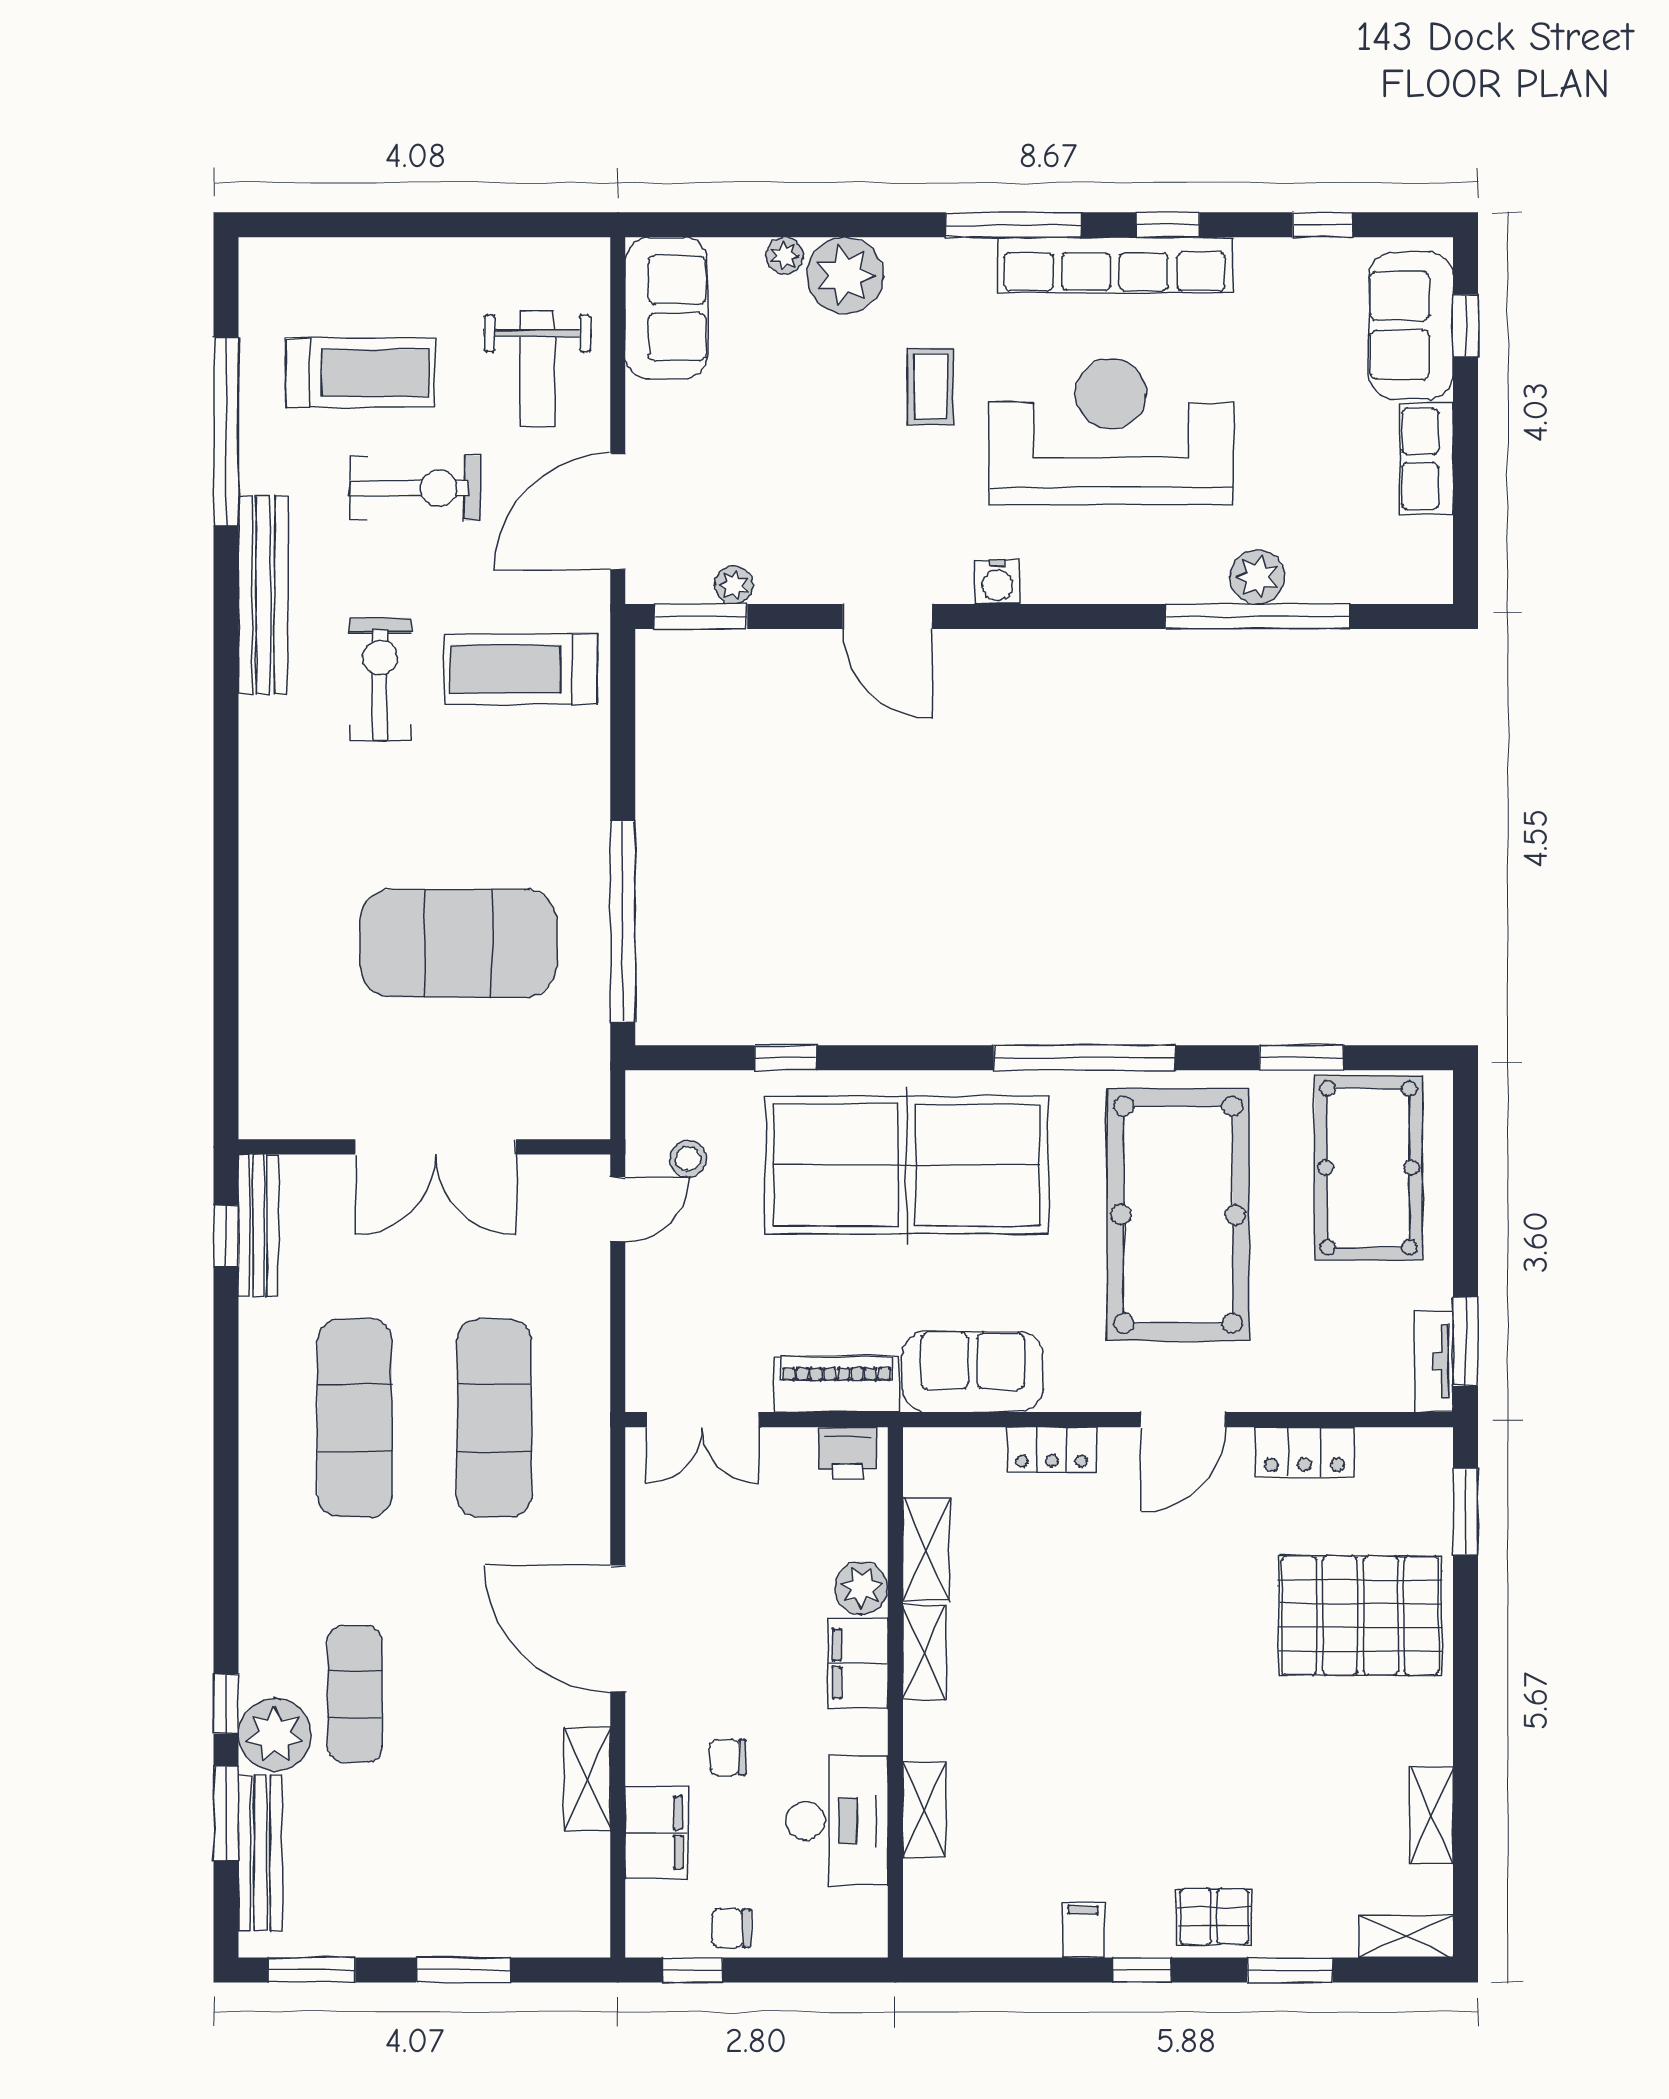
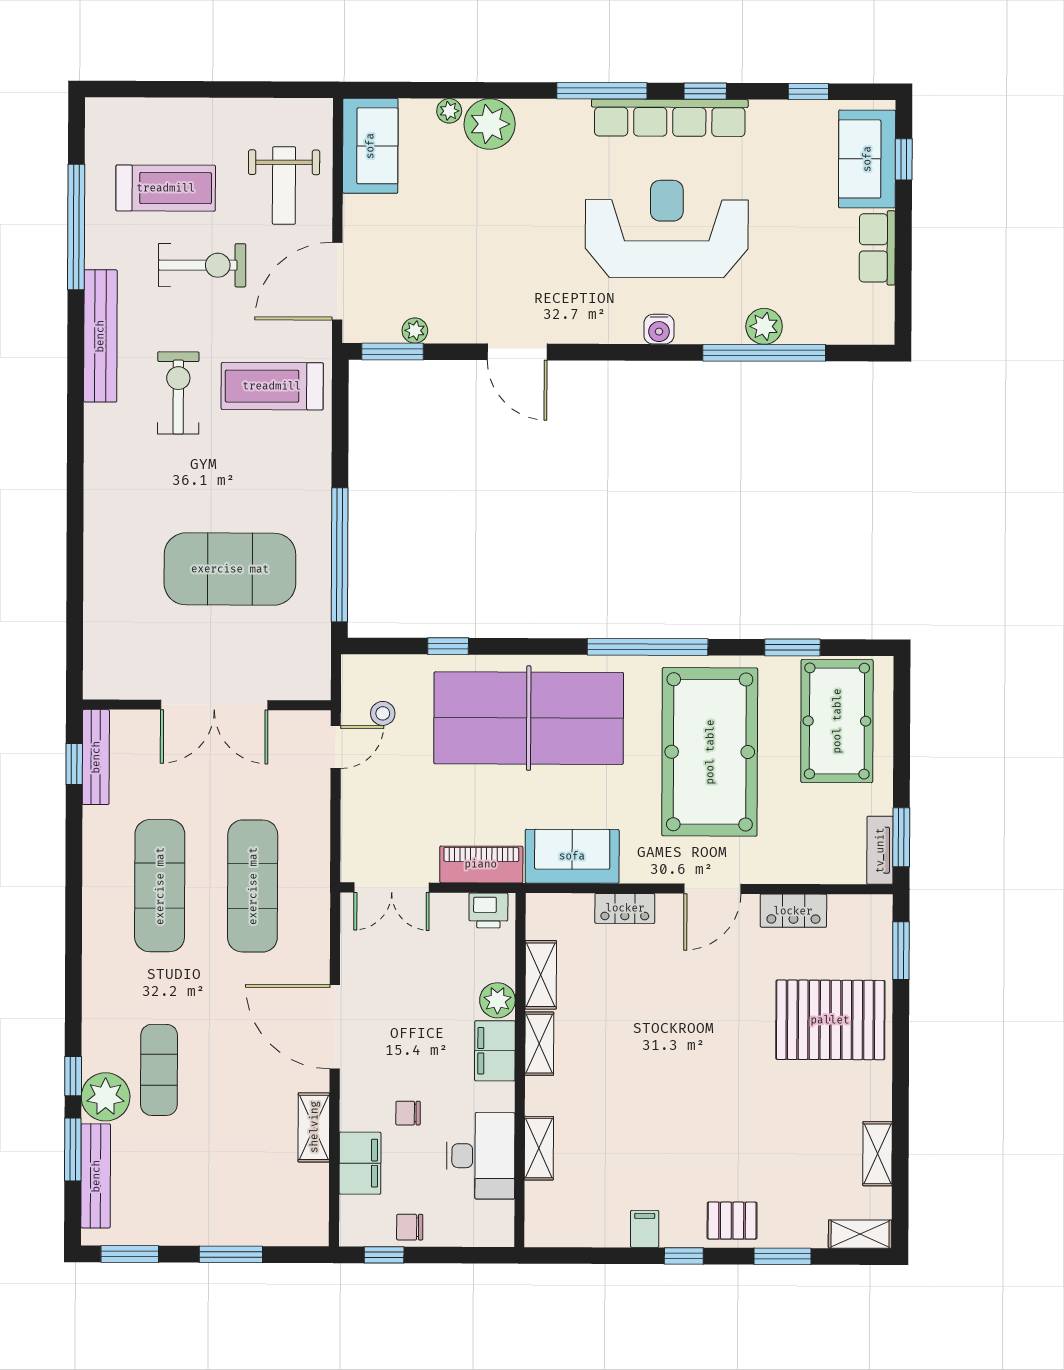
coffee table: (930, 386) -> (546, 198), removed
water cooler: (997, 582) -> (659, 329), moved

